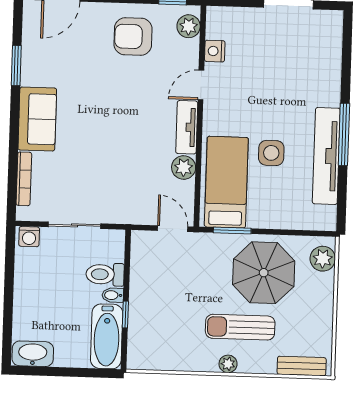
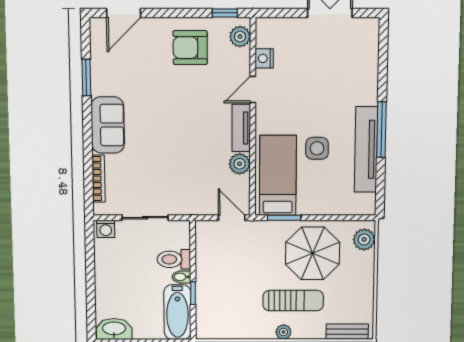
sun lounger: (240, 327) -> (293, 301), turned 180

